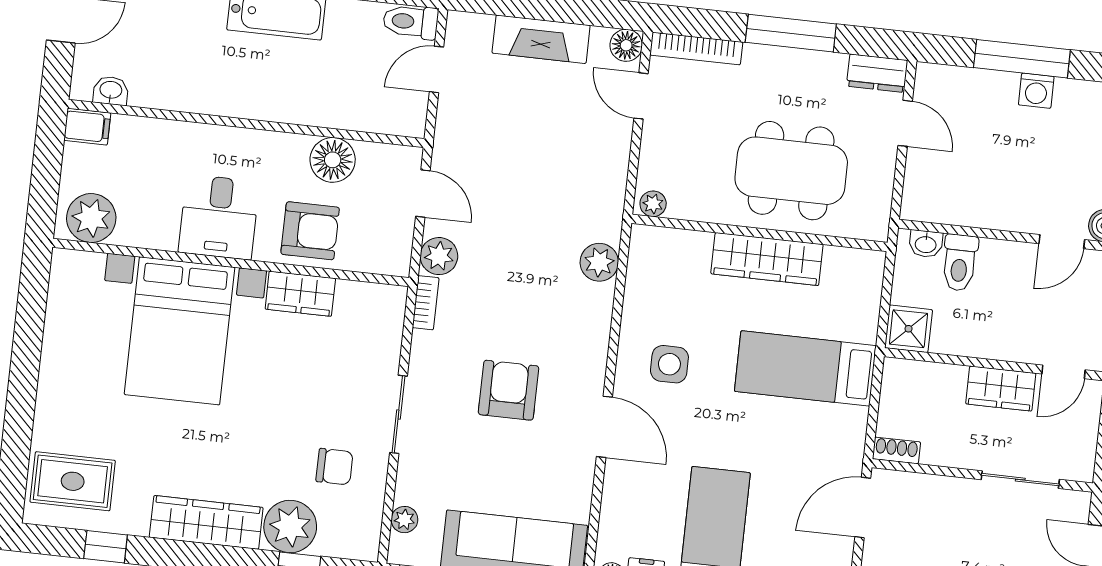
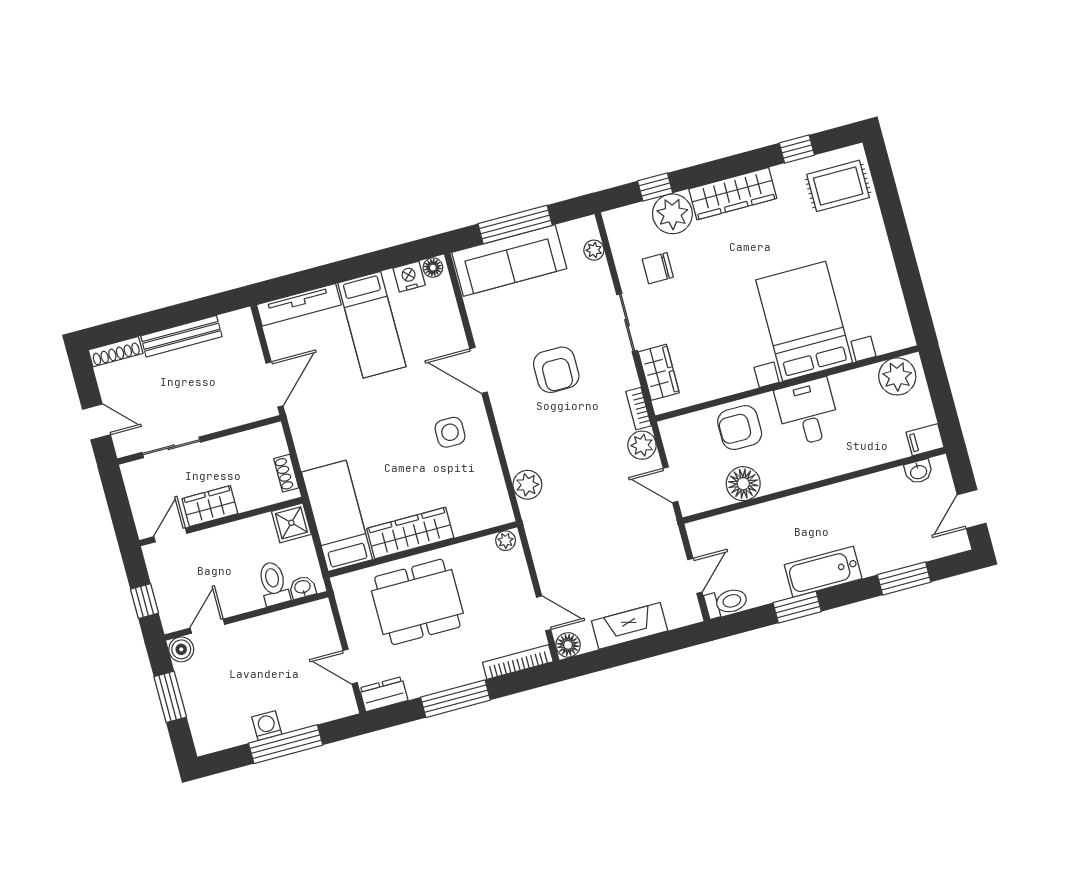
wardrobe: (300, 294) -> (659, 372), moved, turned 90
bed: (805, 368) -> (337, 516), moved, turned -90
shoe rack: (896, 450) -> (286, 473), moved, turned 90

